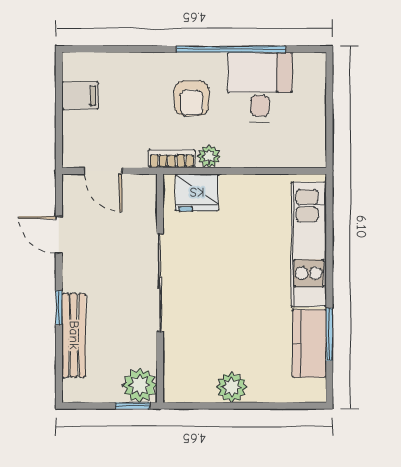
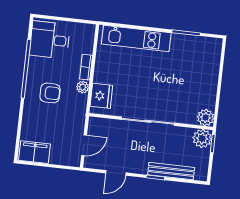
desk: (260, 87) -> (50, 40), moved
filing cabinet: (80, 96) -> (35, 152), width x2.00
bookcase: (172, 159) -> (86, 67), moved
kitchen counter: (309, 343) -> (190, 44), removed
plant: (232, 387) -> (206, 118), moved

